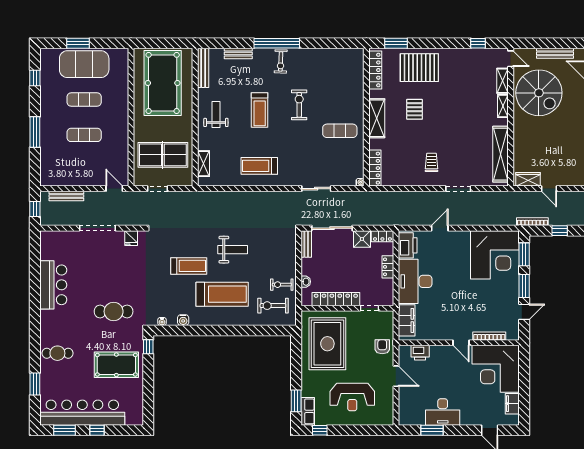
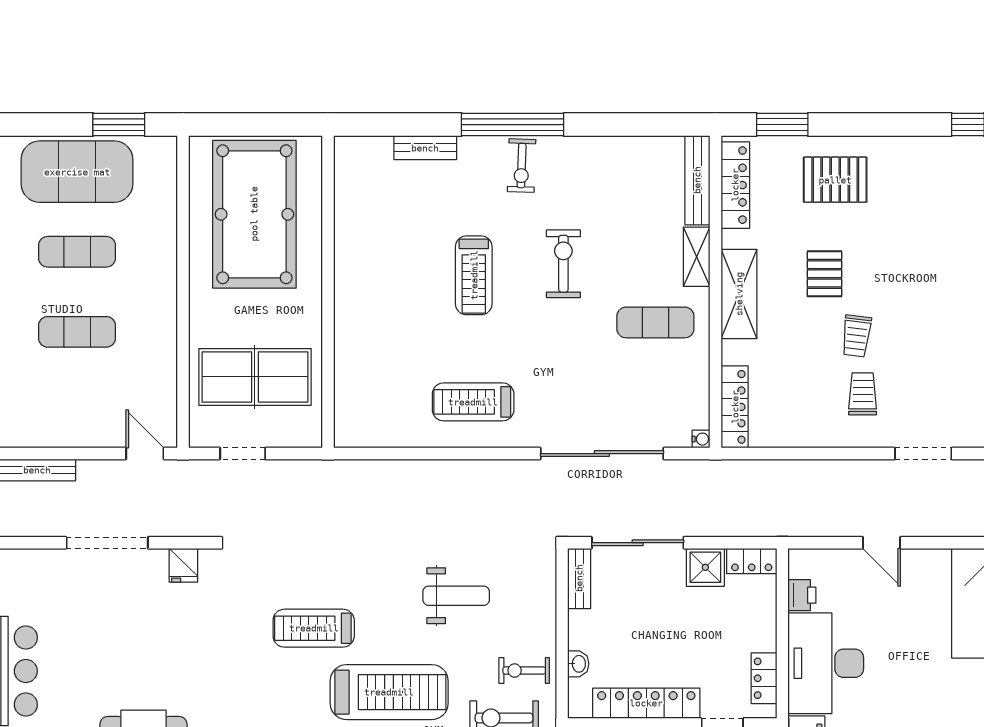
window: (78, 43) -> (119, 125), moved
bench: (203, 68) -> (697, 180), moved
pallet: (419, 68) -> (835, 180), width x0.73, depth x0.71
weight bench: (216, 115) -> (375, 286), removed
trolley: (429, 137) -> (856, 336), added
shelving: (203, 164) -> (697, 257), moved
sliding door: (316, 189) -> (602, 454), width x1.86
door: (440, 228) -> (882, 543), swing flipped
printer: (408, 245) -> (802, 595), width x0.53, depth x0.68
weight bench: (233, 250) -> (456, 596), moved
treadmill: (189, 266) -> (314, 628), turned 180
locker: (388, 267) -> (764, 678), moved

